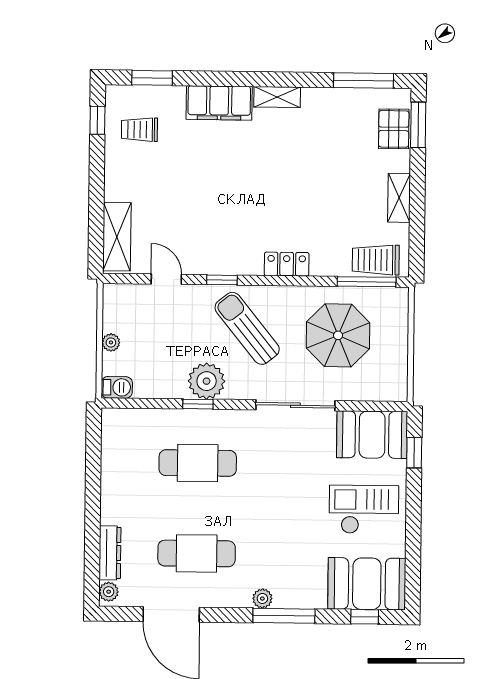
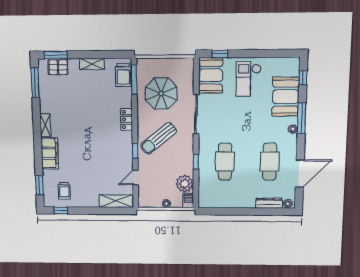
plant: (207, 381) -> (185, 184), moved
booth: (367, 584) -> (286, 97), moved

